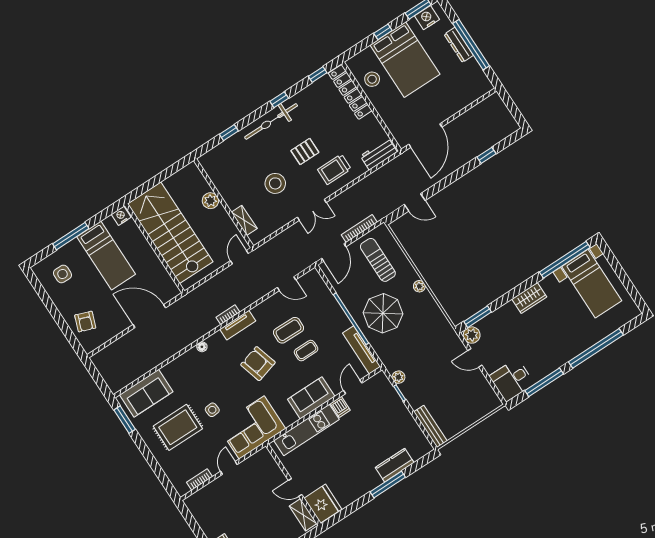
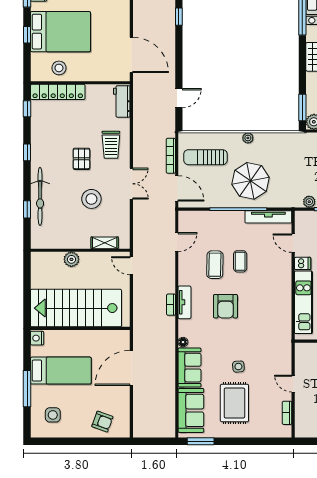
bicycle: (271, 121) -> (40, 196), moved
armchair: (258, 364) -> (225, 306), turned -74
sofa: (311, 398) -> (190, 368), moved, turned 180
corner sofa: (252, 427) -> (273, 344), removed

